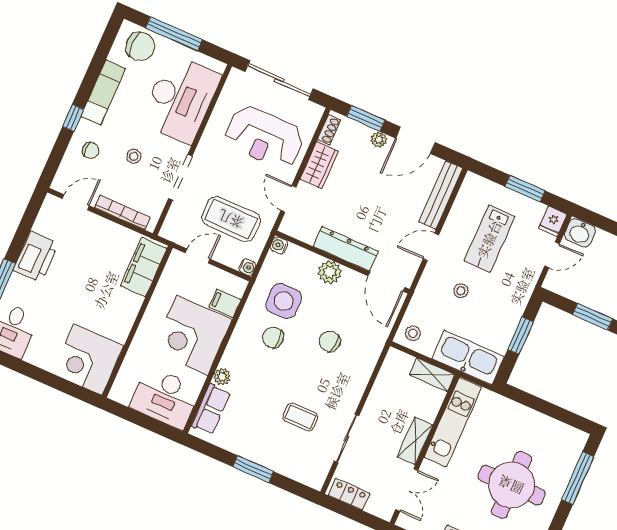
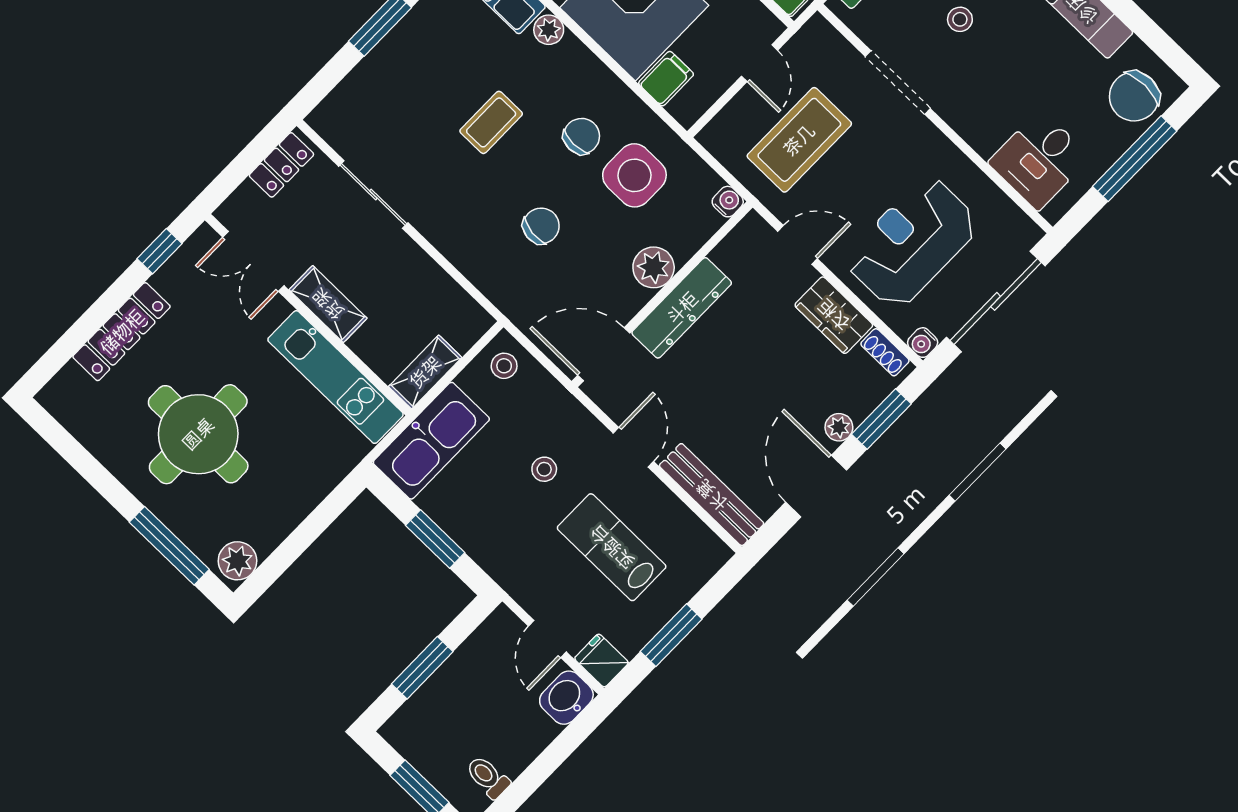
desk: (180, 99) -> (1039, 160), width x0.53, depth x0.77
water cooler: (247, 267) -> (923, 343), moved
coffee table: (300, 417) -> (491, 122), moved
plant: (572, 438) -> (237, 561), added

